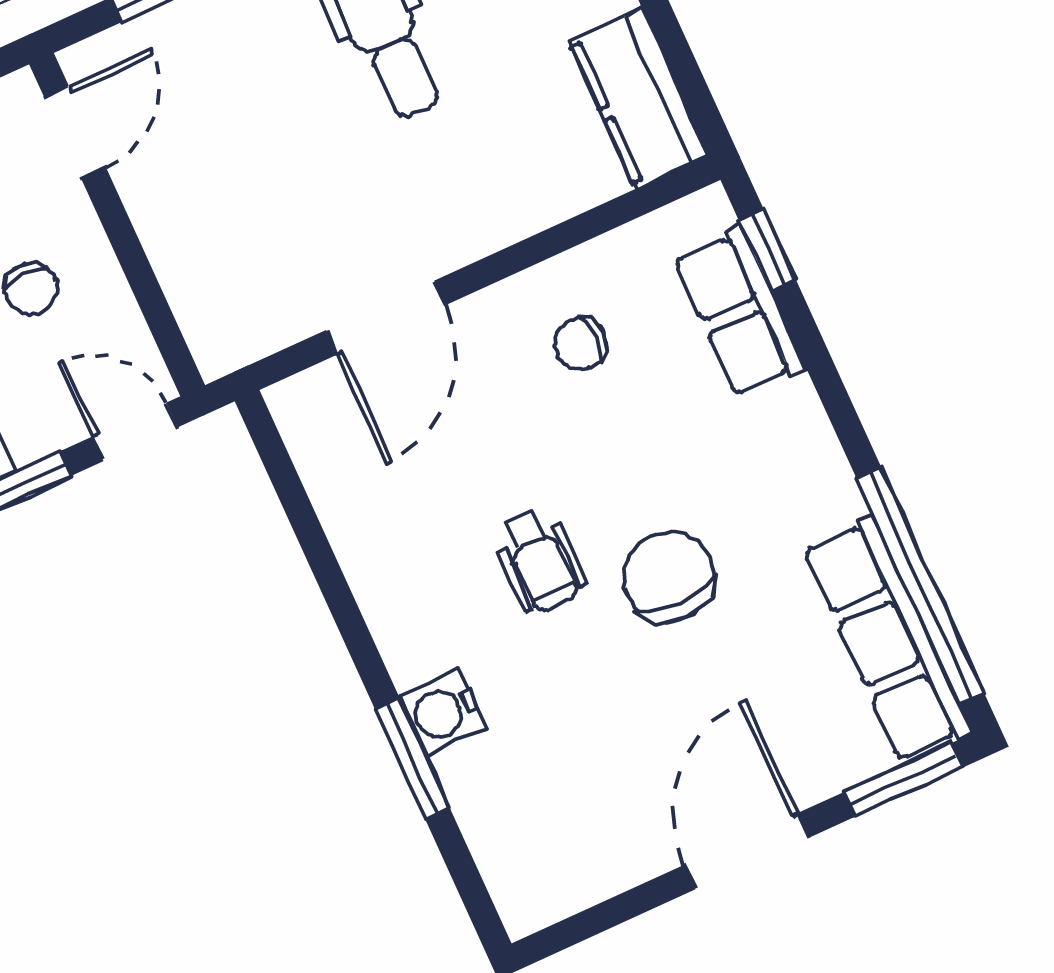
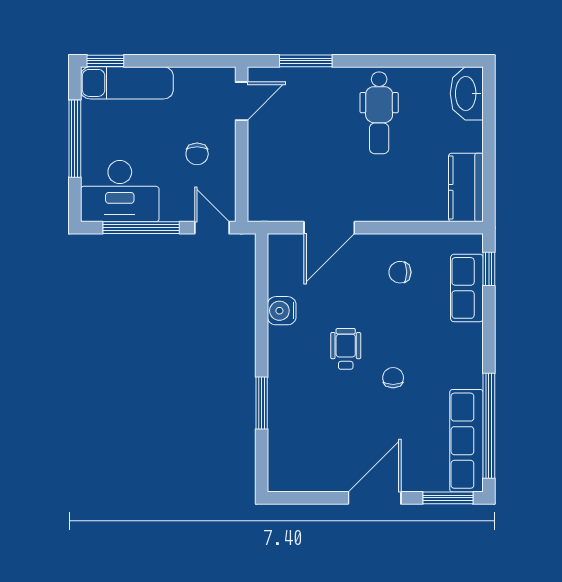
wheelchair: (539, 561) -> (346, 349), turned 180
chair: (669, 576) -> (393, 378), width x0.54, depth x0.54
water cooler: (443, 712) -> (282, 311), moved

